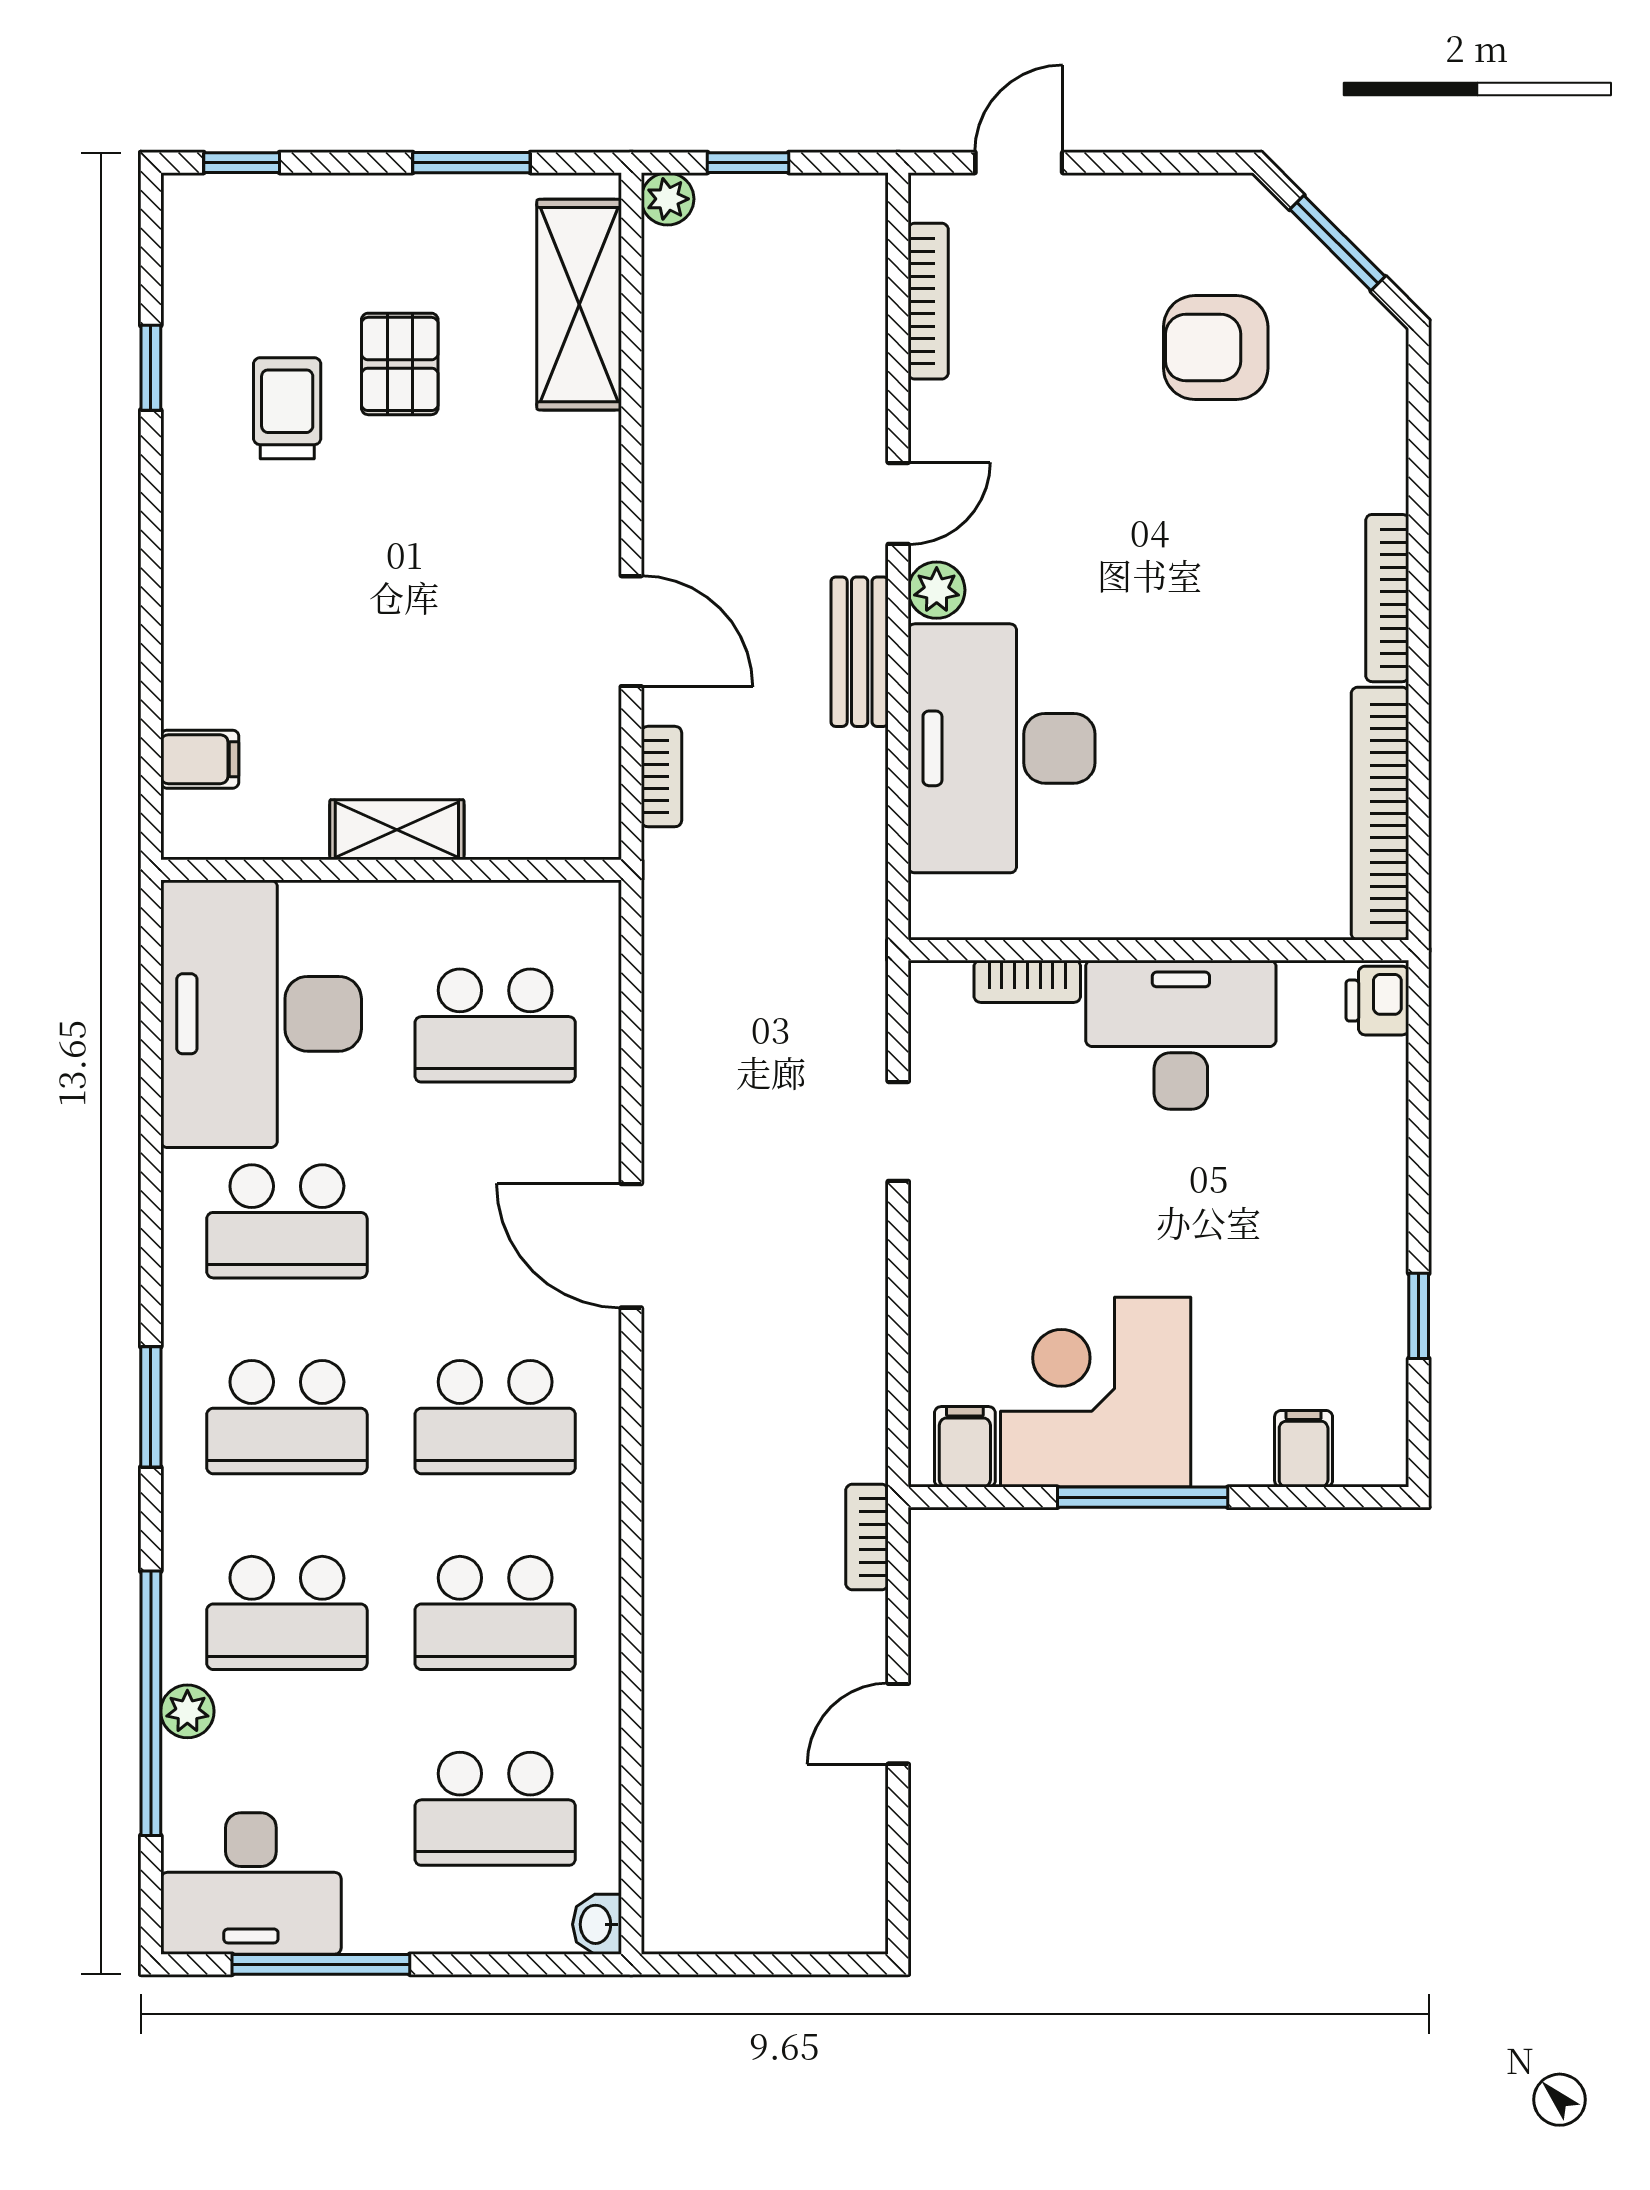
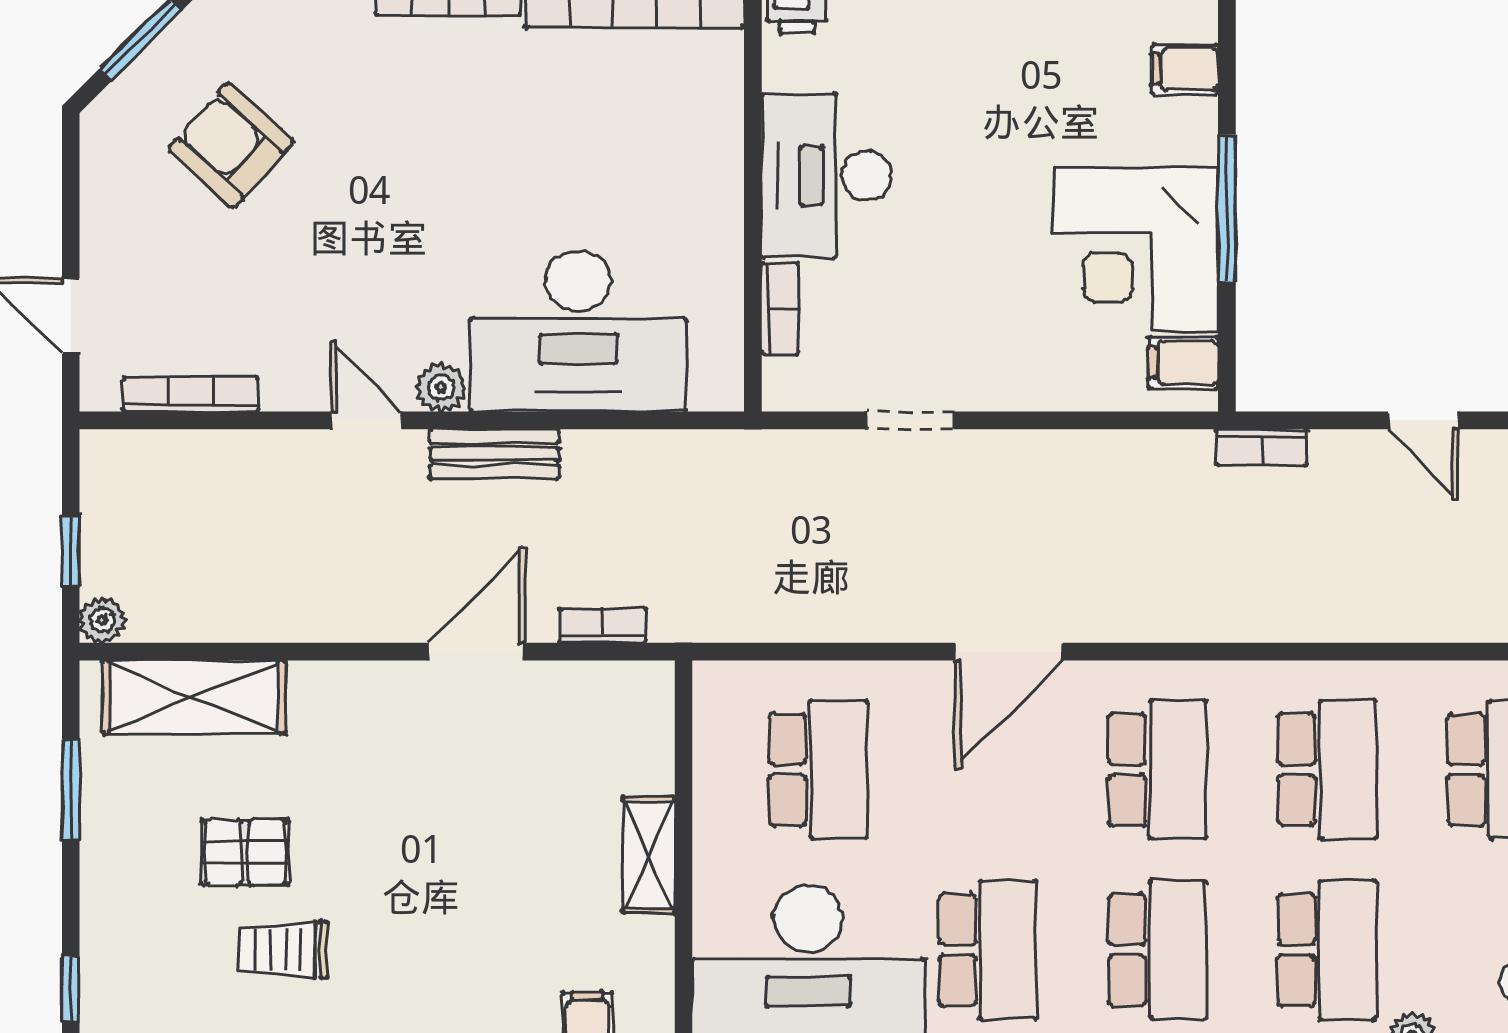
armchair: (1216, 348) -> (231, 145), turned 132

